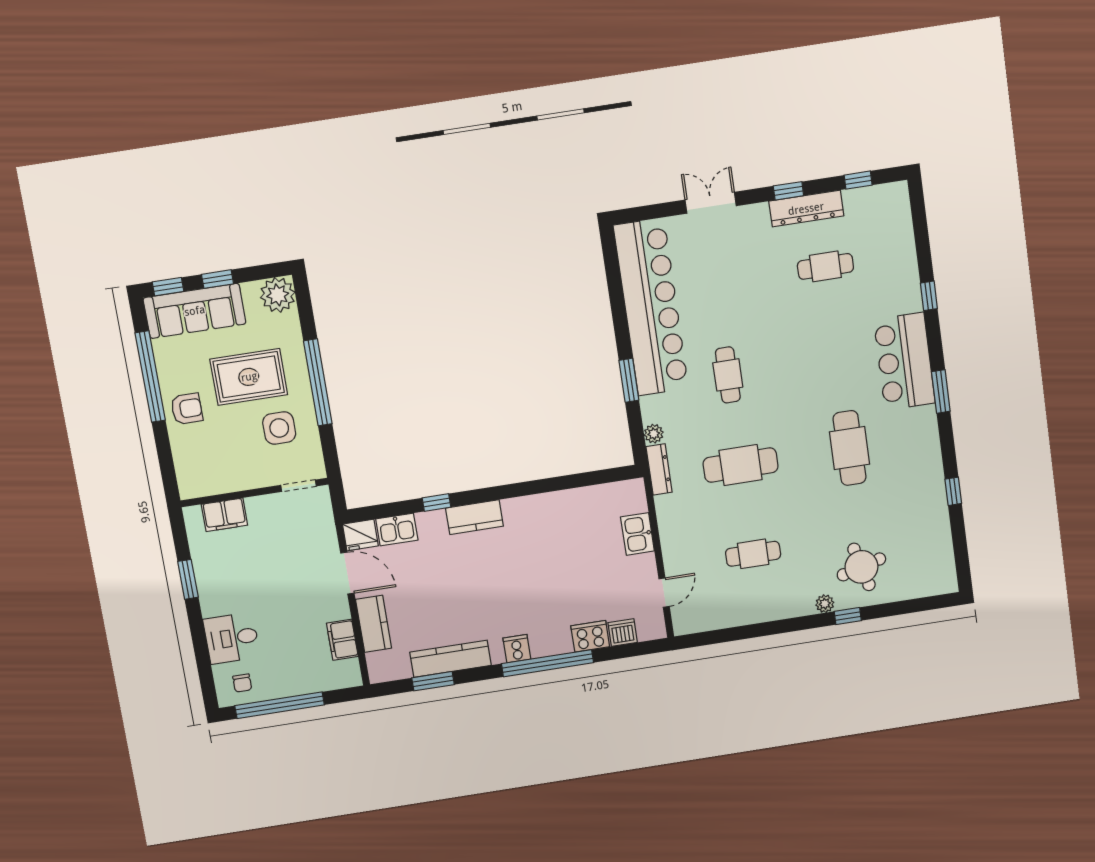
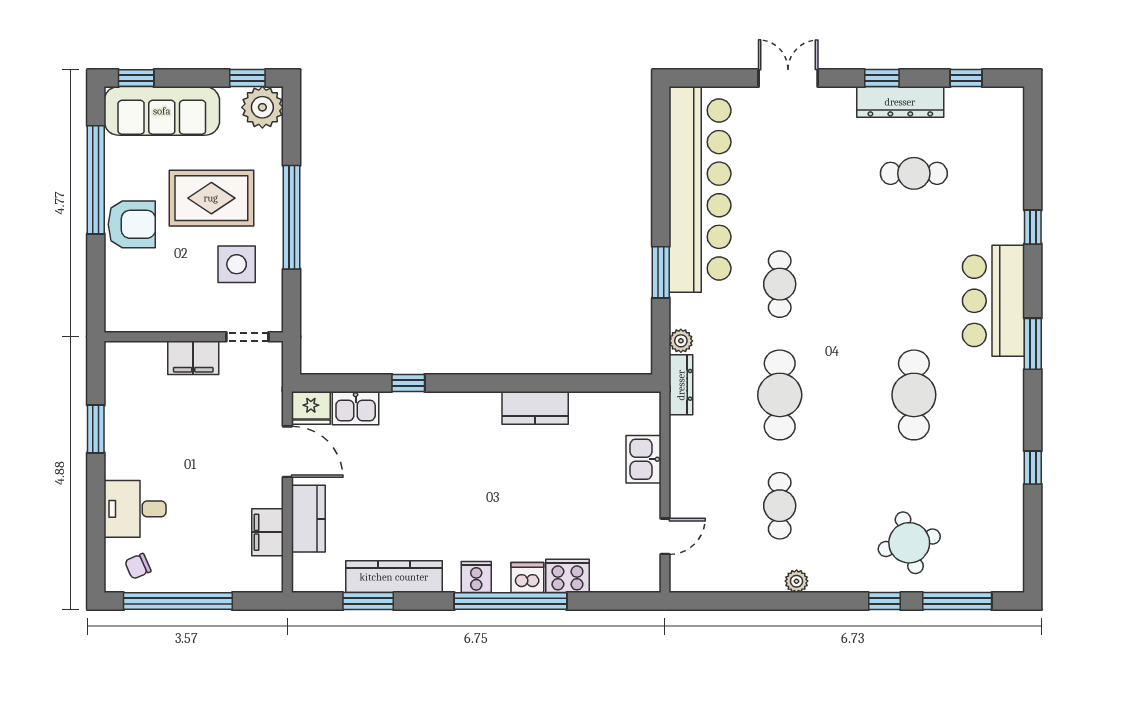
window: (217, 279) -> (247, 78), moved
armchair: (187, 409) -> (132, 224), width x1.38, depth x1.38
cafe table: (741, 465) -> (780, 395), turned 90
filing cabinet: (224, 515) -> (193, 358), moved
kitchen counter: (474, 517) -> (535, 408), moved
cafe table: (753, 554) -> (780, 506), turned 90
plant: (825, 604) -> (797, 581), moved
window: (906, 607) -> (957, 601), added
dishwasher: (623, 632) -> (527, 578), moved
chair: (242, 683) -> (138, 566), turned 67

